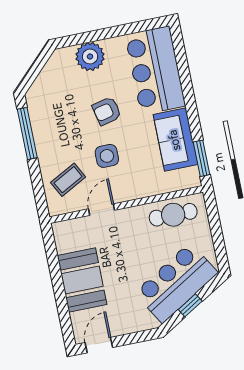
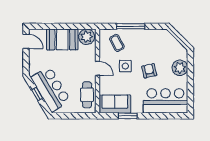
window: (27, 133) -> (131, 26), moved
sofa: (175, 140) -> (115, 104), moved
window: (201, 158) -> (128, 116), moved
door: (102, 210) -> (97, 68), moved
plant: (68, 237) -> (87, 37), added

